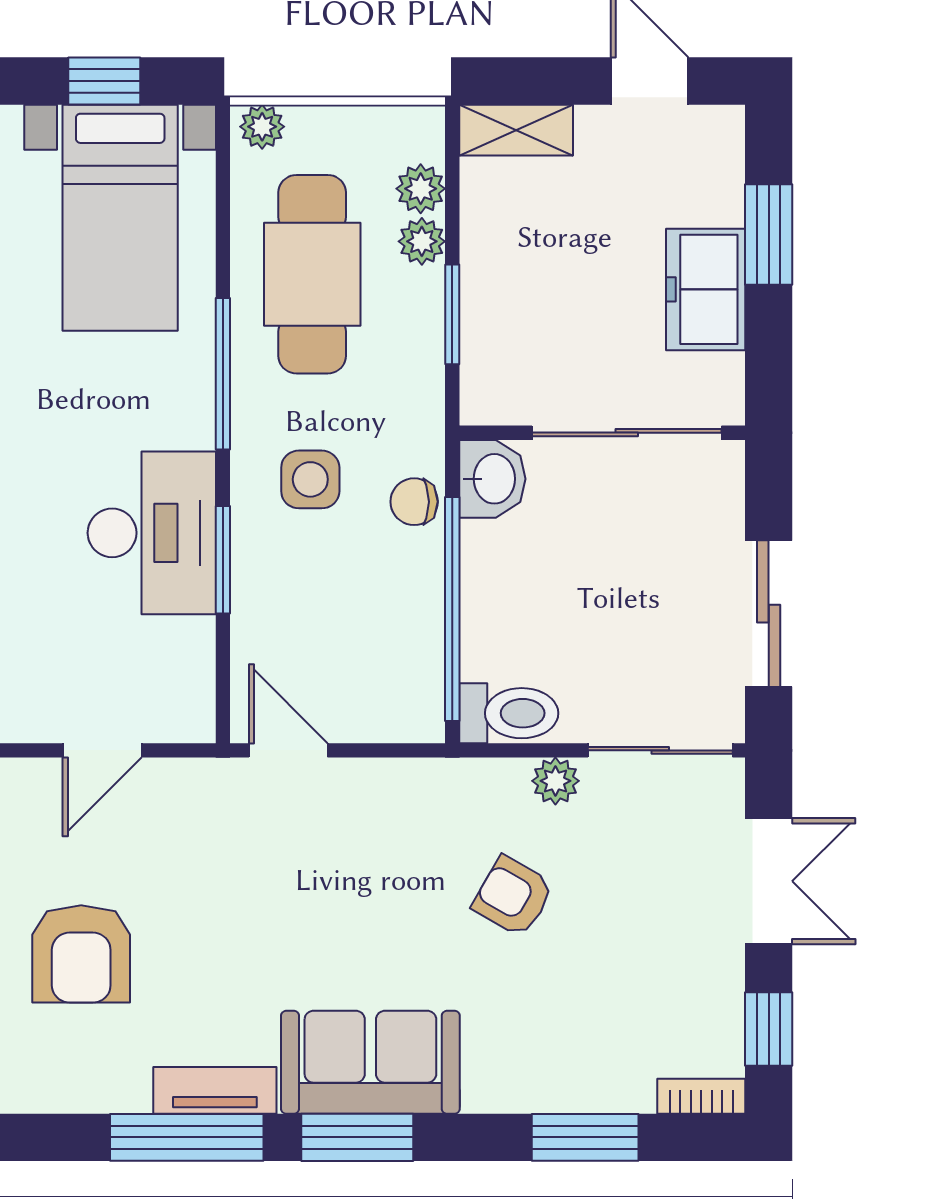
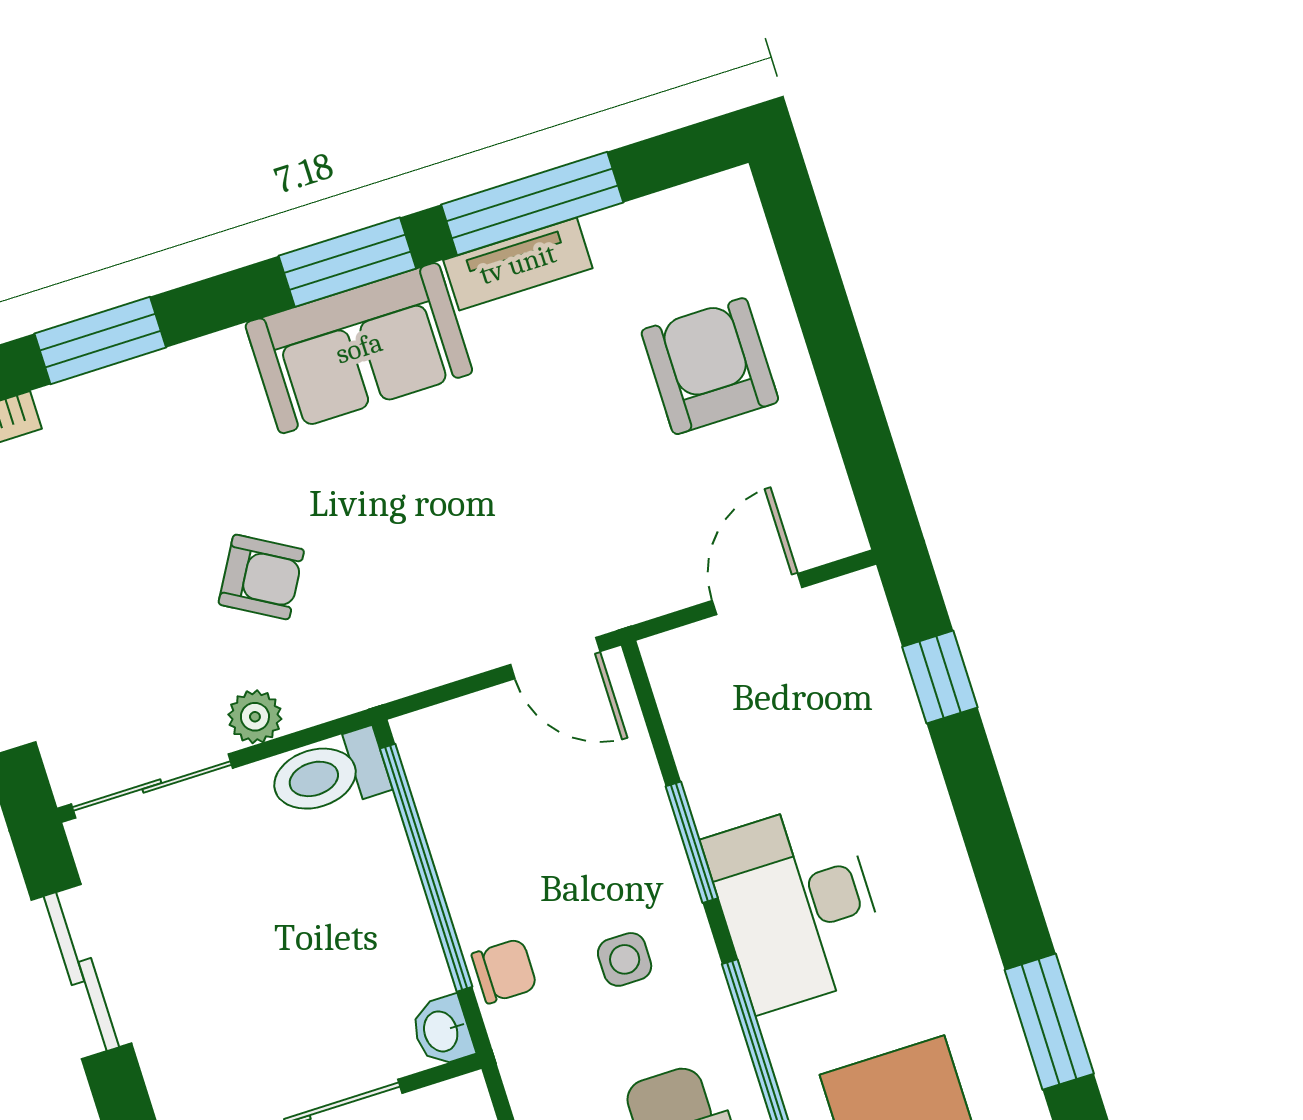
side table: (310, 479) -> (625, 959), width x0.73, depth x0.73
washbasin: (492, 479) -> (442, 1031), width x0.72, depth x0.69
desk: (152, 533) -> (797, 906), moved

